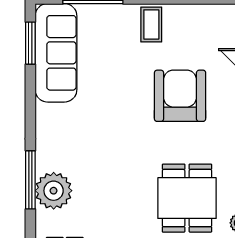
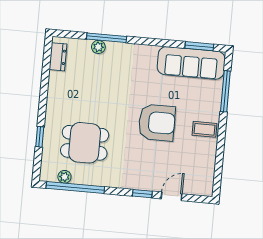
armchair: (180, 96) -> (157, 123), moved
plant: (54, 191) -> (98, 47), width x0.53, depth x0.53

